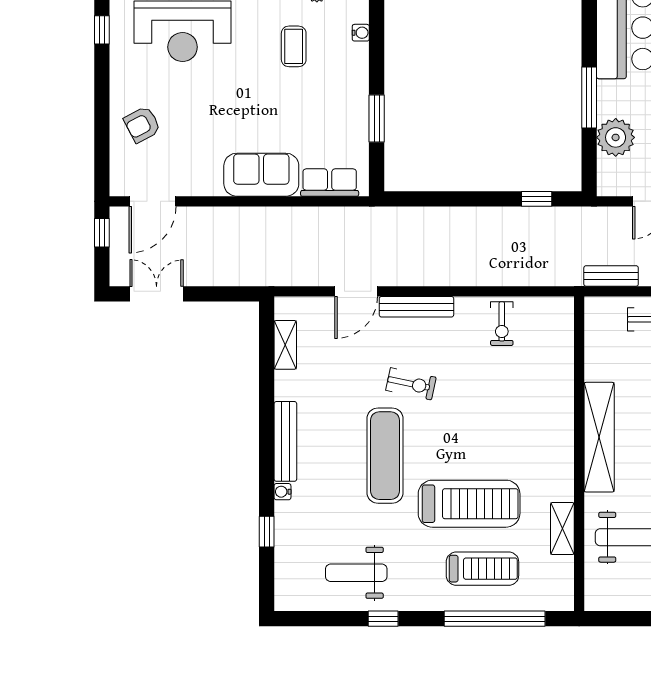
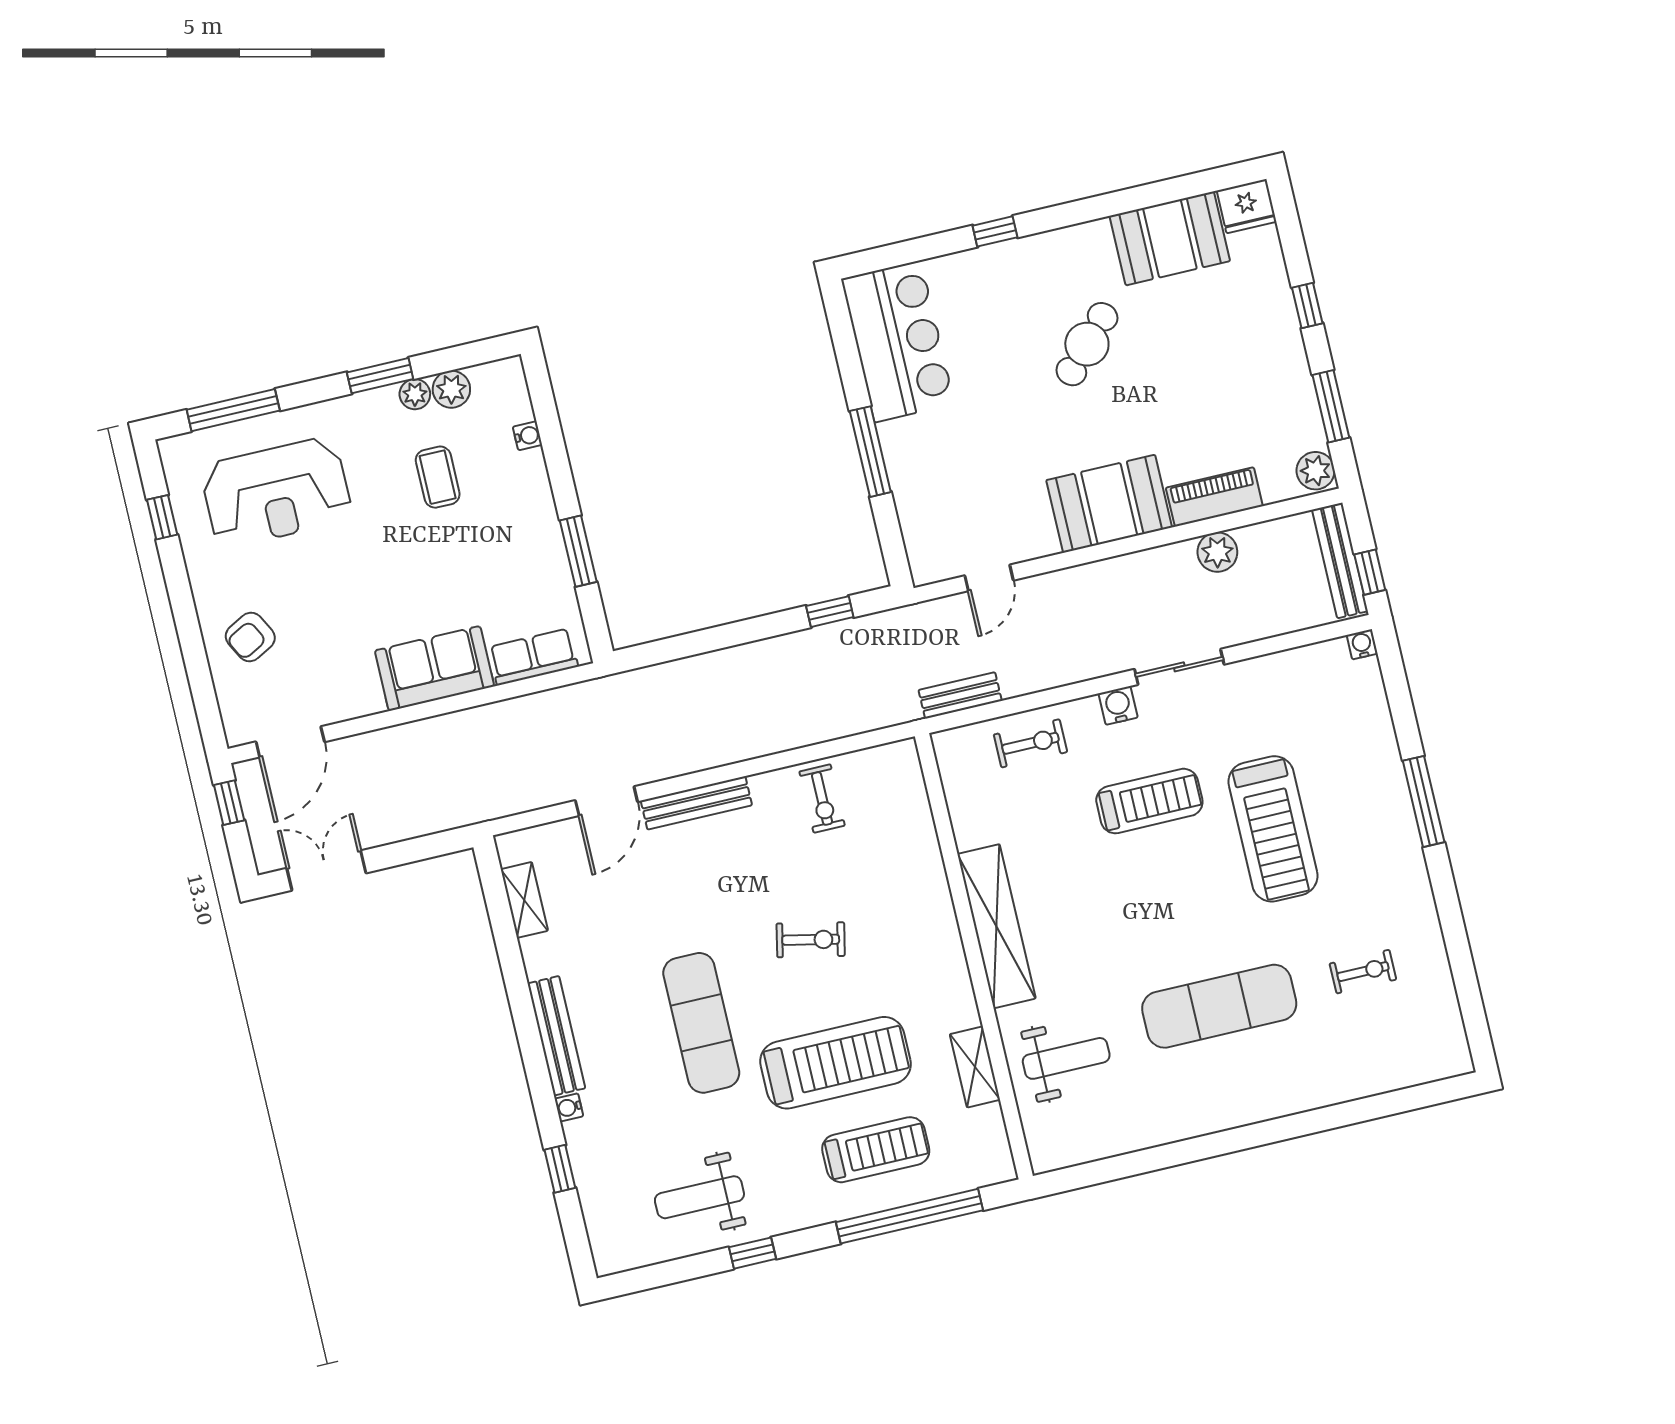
plant: (616, 137) -> (921, 499), removed
exercise bike: (411, 384) -> (811, 940), moved

